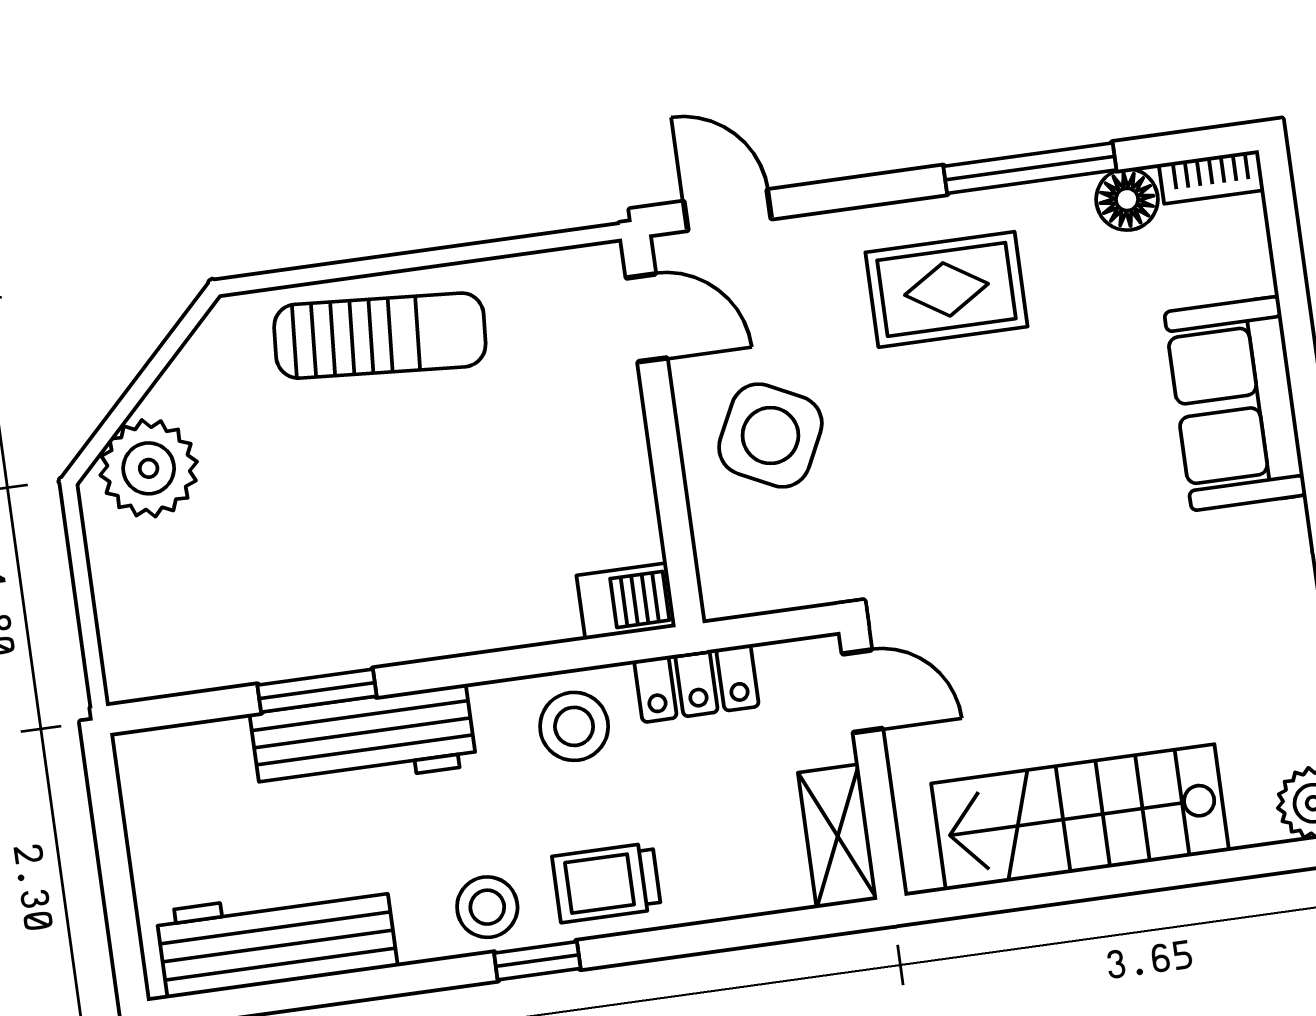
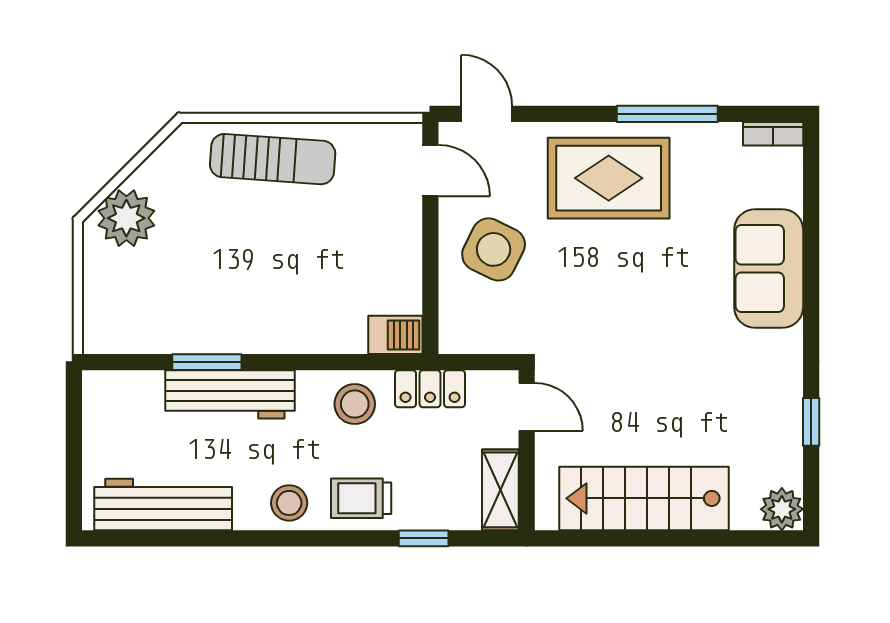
floor lamp: (1127, 199) -> (722, 140), removed
rug: (947, 289) -> (609, 178), width x1.36, depth x1.43
window: (537, 961) -> (424, 538), moved

